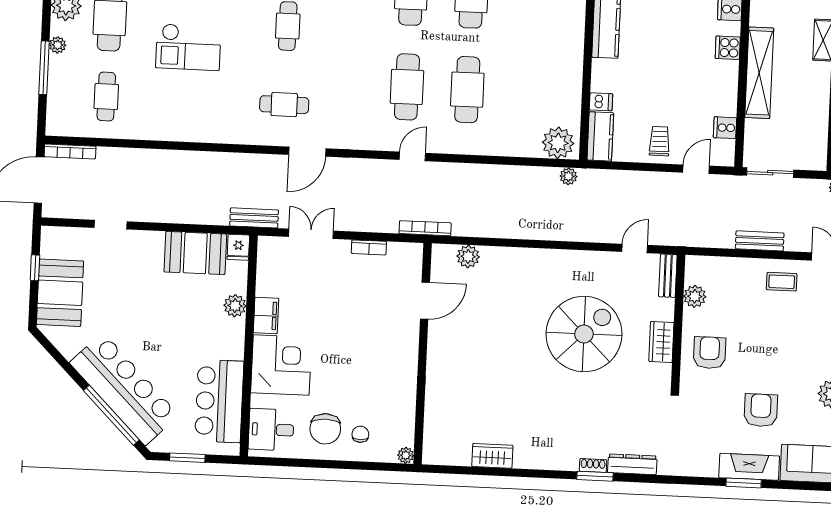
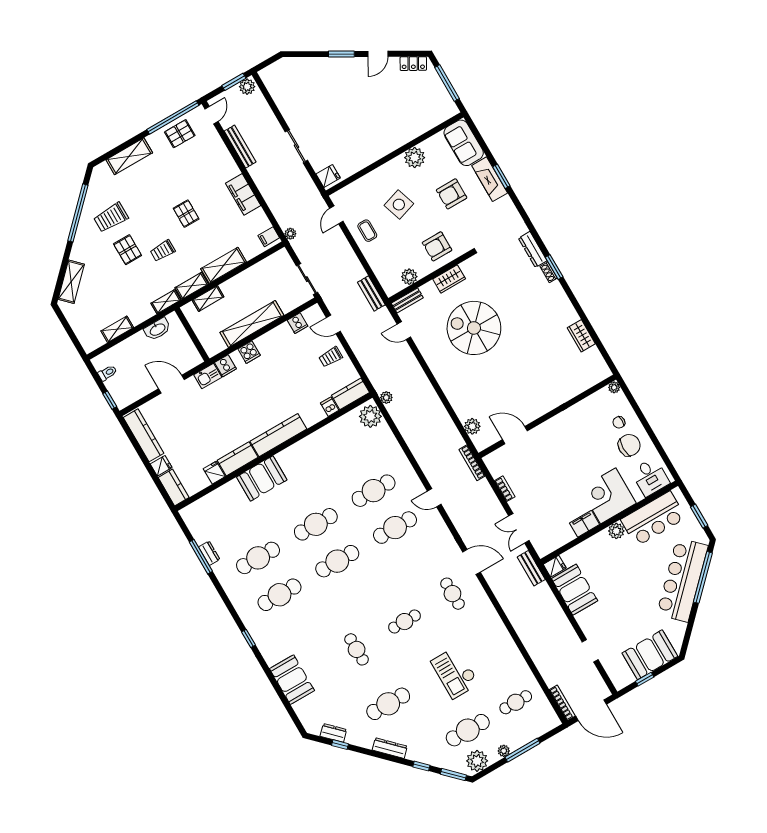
checkout: (188, 47) -> (455, 673), turned 180
bench: (760, 241) -> (371, 293), moved
plant: (235, 306) -> (616, 531), moved
side table: (789, 339) -> (399, 205), added

